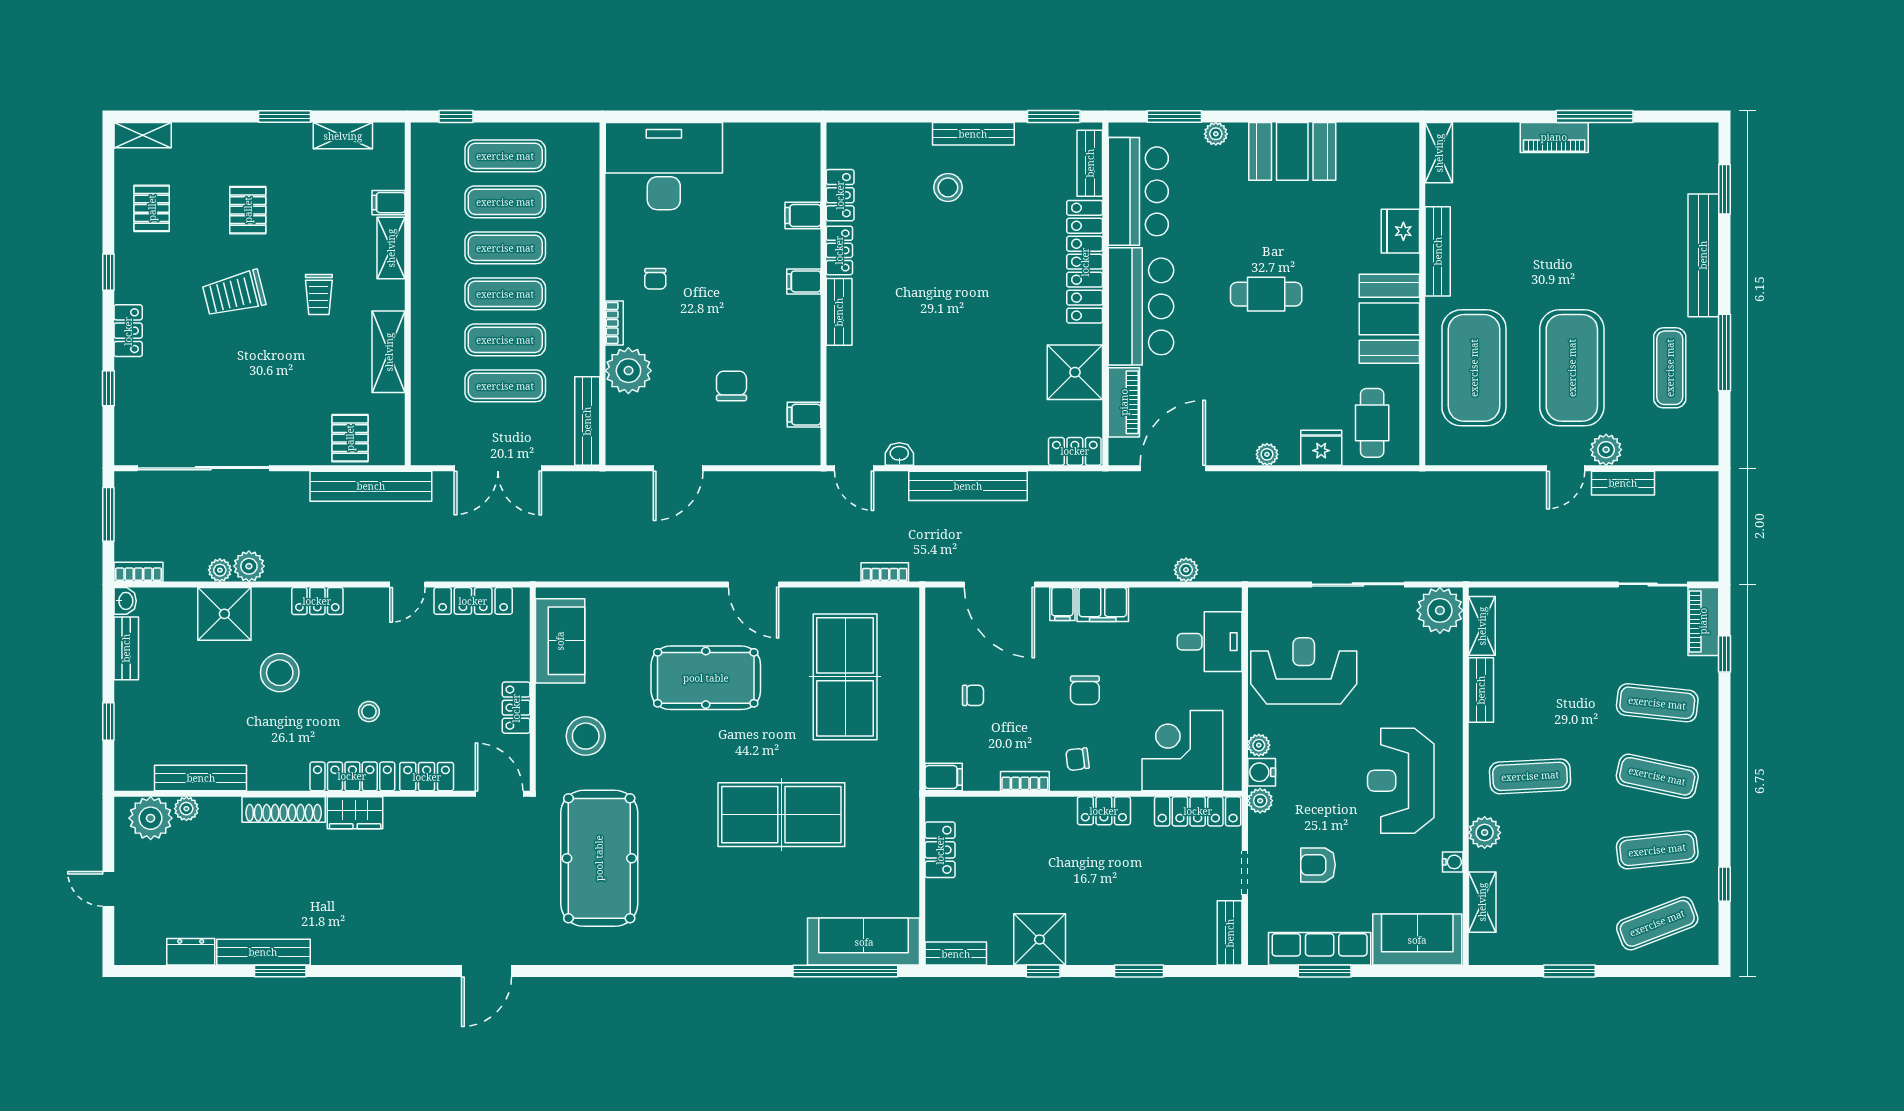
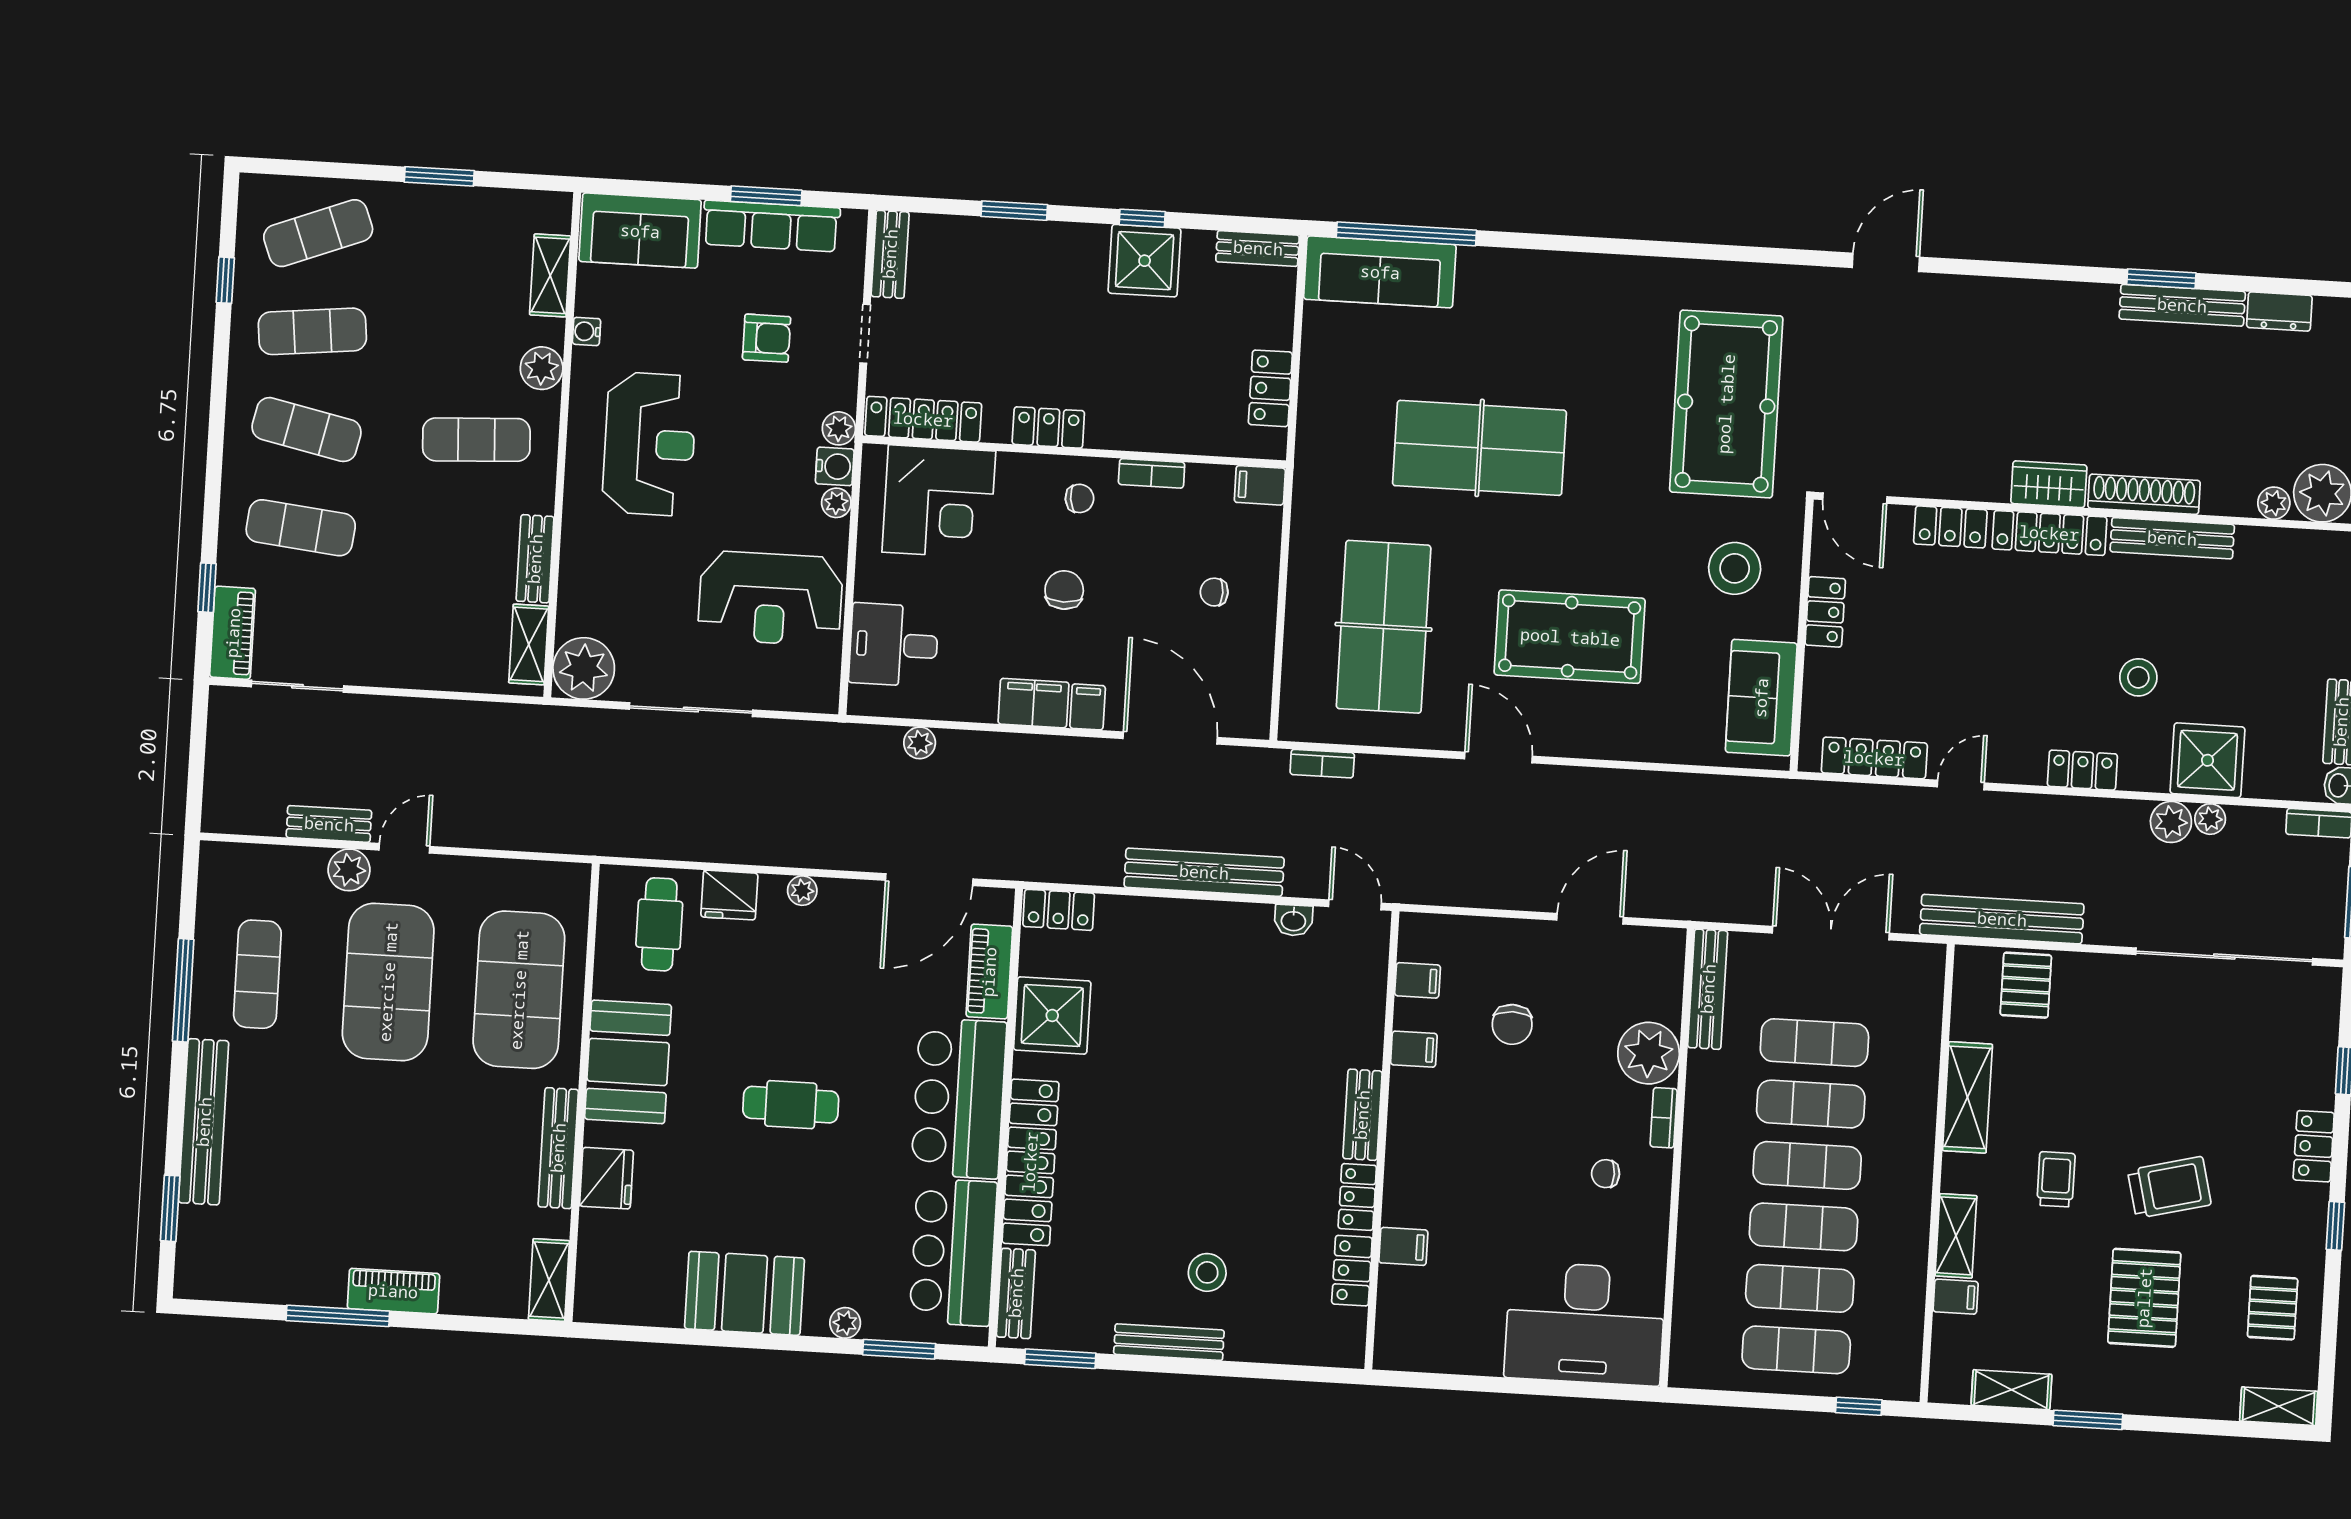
pallet: (248, 210) -> (2144, 1298), width x1.50, depth x1.42
chair: (655, 279) -> (1606, 1174), turned -90
filing cabinet: (804, 281) -> (1414, 1049), moved
stool: (280, 673) -> (2138, 677), width x0.73, depth x0.73
stool: (369, 712) -> (2022, 618), removed
bench: (201, 778) -> (2172, 538), moved

